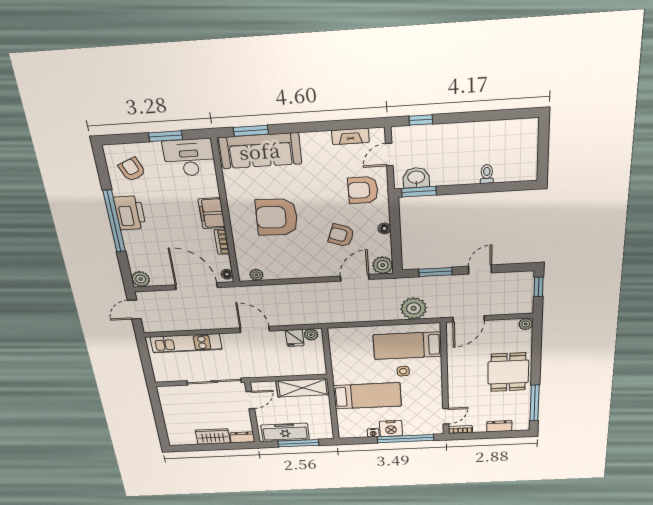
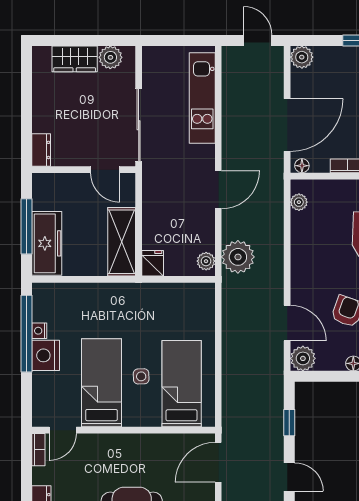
window: (435, 272) -> (289, 423), width x0.67
plant: (414, 308) -> (238, 257), moved
door: (469, 319) -> (218, 462), hinge flipped
fridge: (295, 338) -> (153, 263), moved, turned 90
bed: (367, 396) -> (101, 383), moved, turned 180
plant: (168, 401) -> (110, 57), added
door: (446, 416) -> (63, 430), hinge flipped
freezer: (285, 432) -> (47, 243), moved
wardrobe: (213, 436) -> (75, 59), moved, turned 90
window: (406, 439) -> (27, 334), moved

